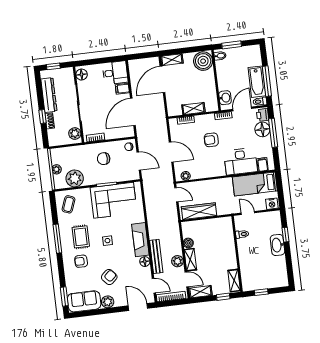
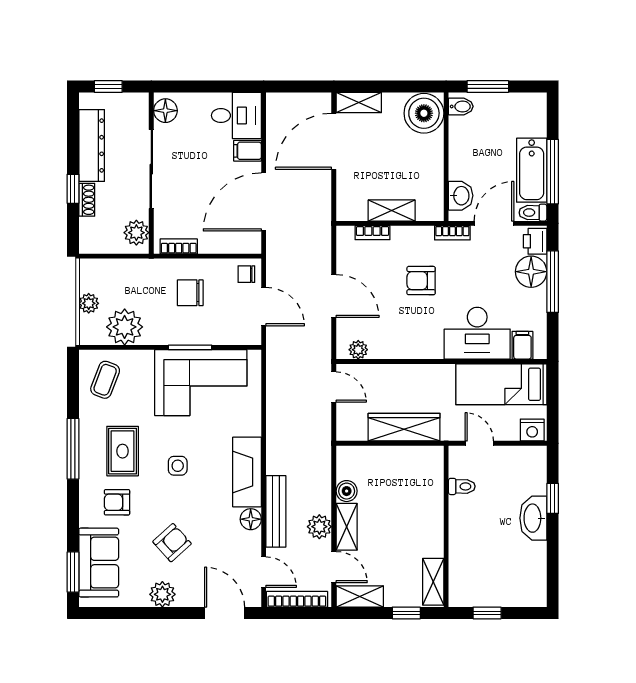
wardrobe: (199, 211) -> (404, 427), moved
sofa: (84, 301) -> (99, 563), moved, turned 90

